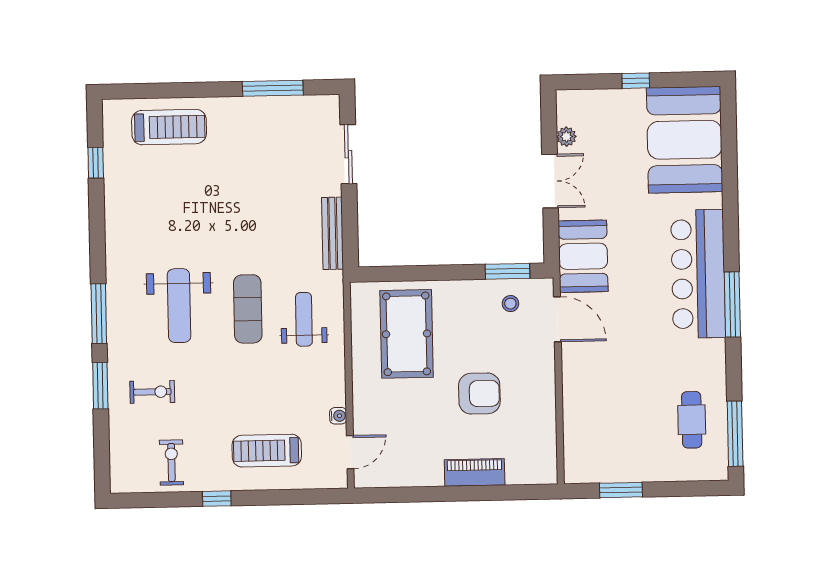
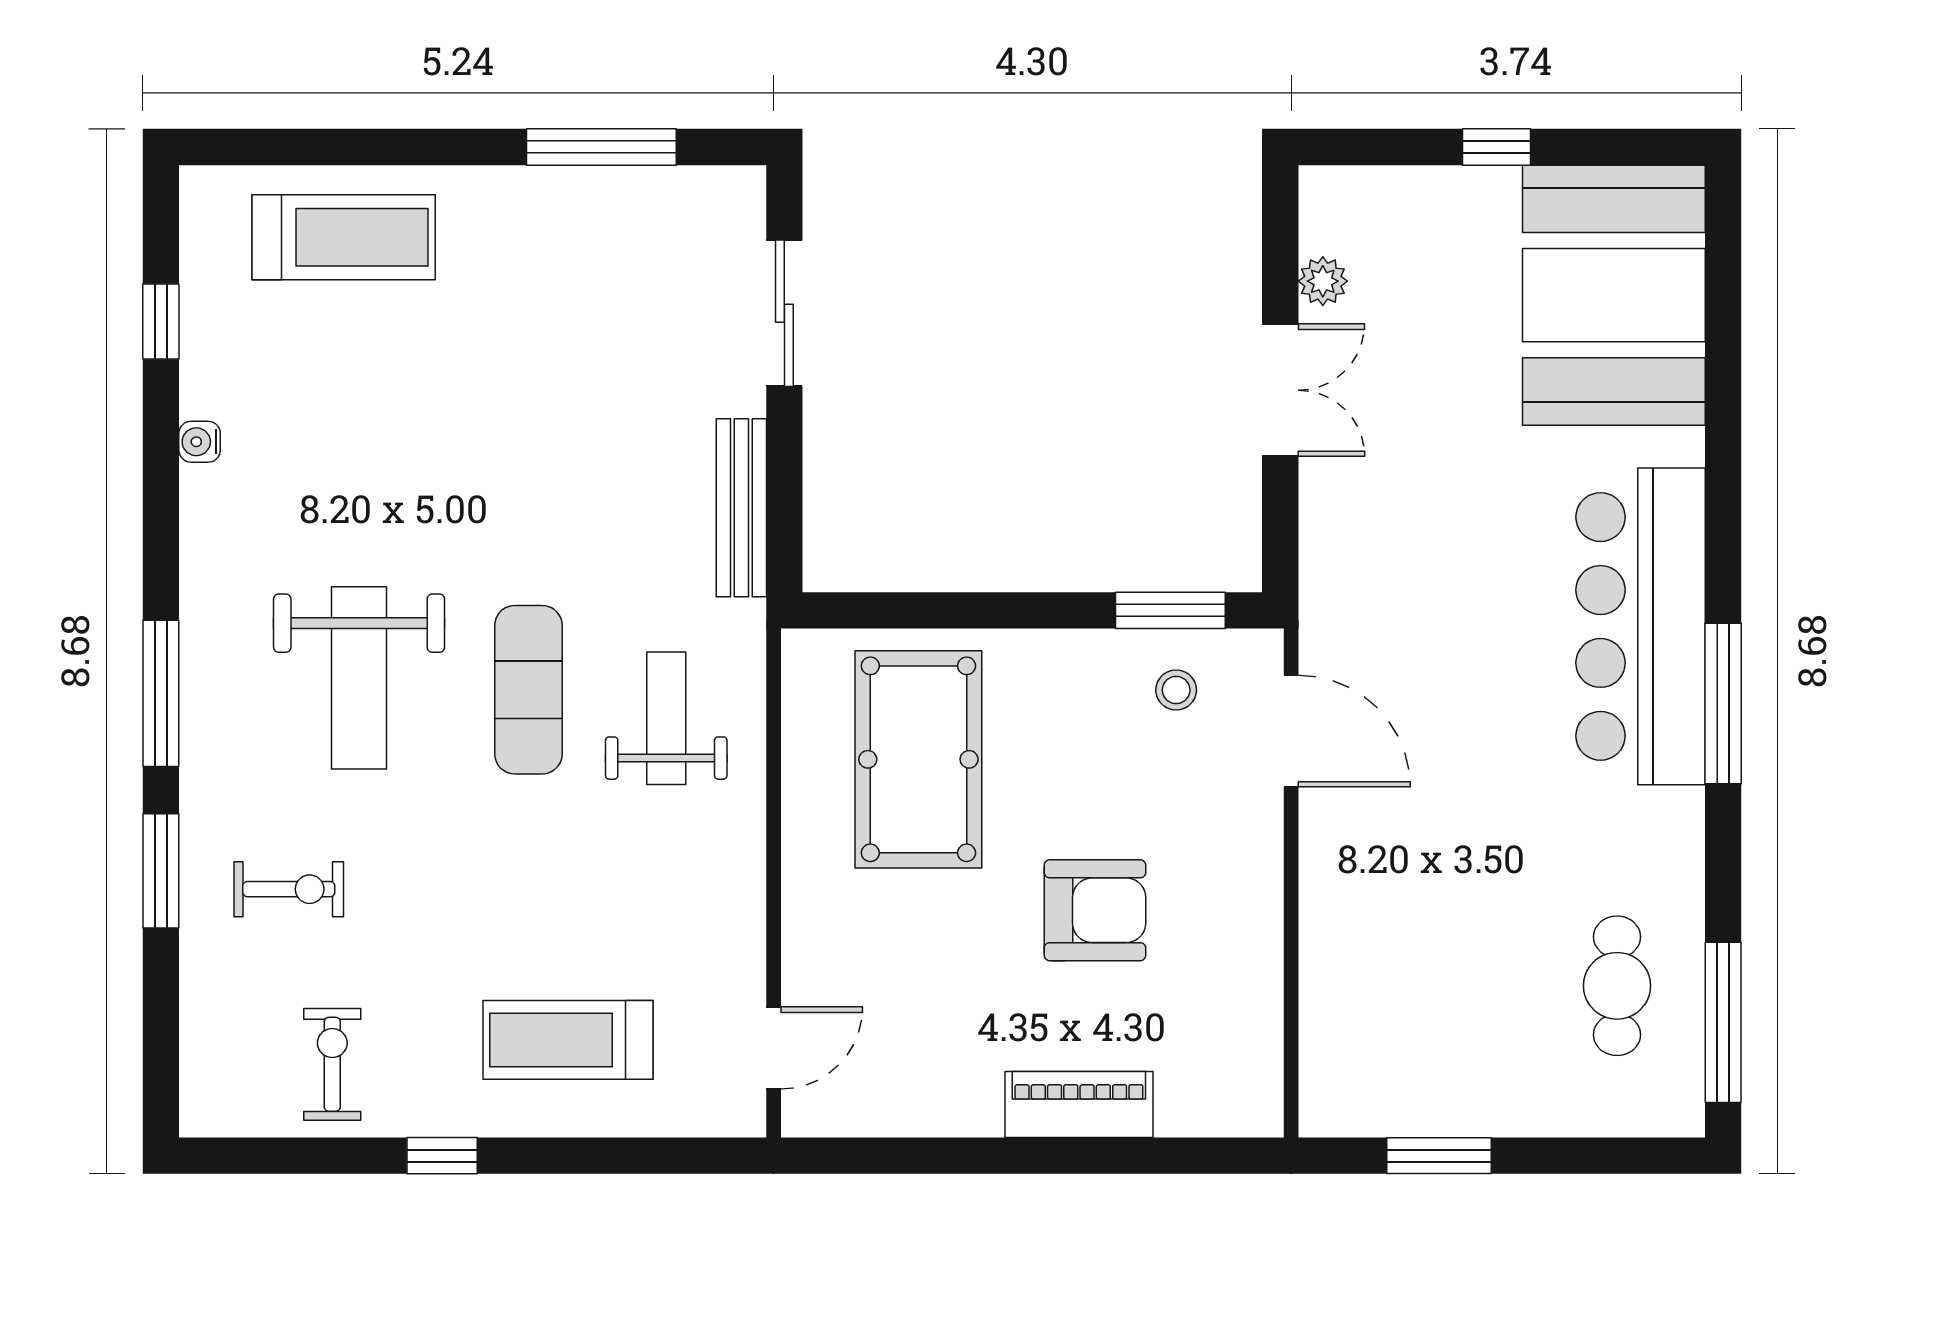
booth: (583, 256) -> (1358, 577), removed
water cooler: (338, 416) -> (200, 442), moved, turned 180

